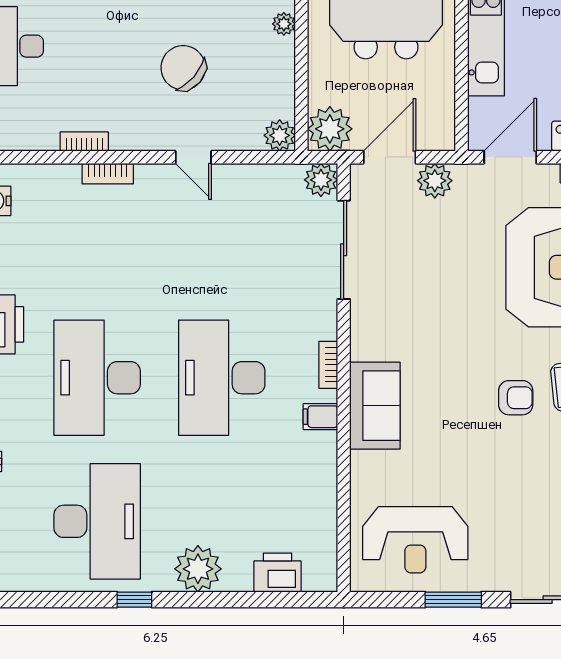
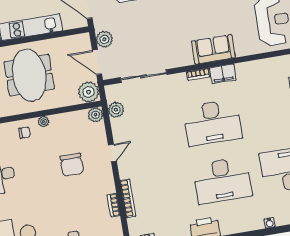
chair: (183, 68) -> (72, 165), turned -41
bookcase: (108, 174) -> (128, 198), width x1.56
plant: (321, 180) -> (116, 110), moved
filing cabinet: (320, 417) -> (223, 74), width x2.00

